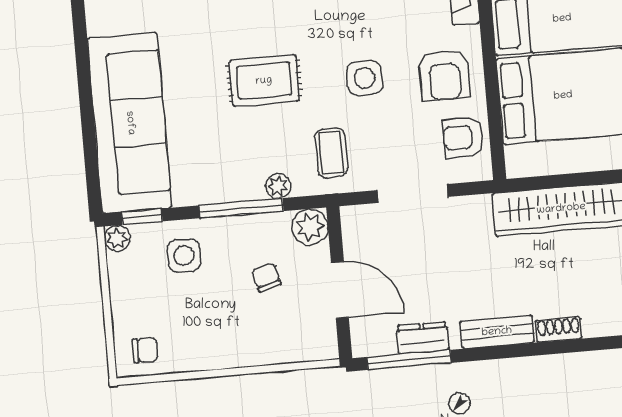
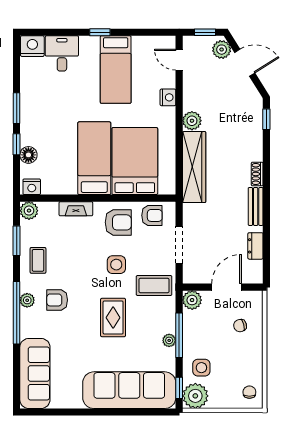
armchair: (463, 137) -> (152, 215), turned -90
coffee table: (331, 153) -> (154, 285), width x1.36, depth x1.30
plant: (278, 186) -> (169, 340), moved
plant: (117, 238) -> (195, 396), width x1.88, depth x1.88
chair: (266, 277) -> (240, 326), moved
window: (409, 360) -> (266, 254), removed

